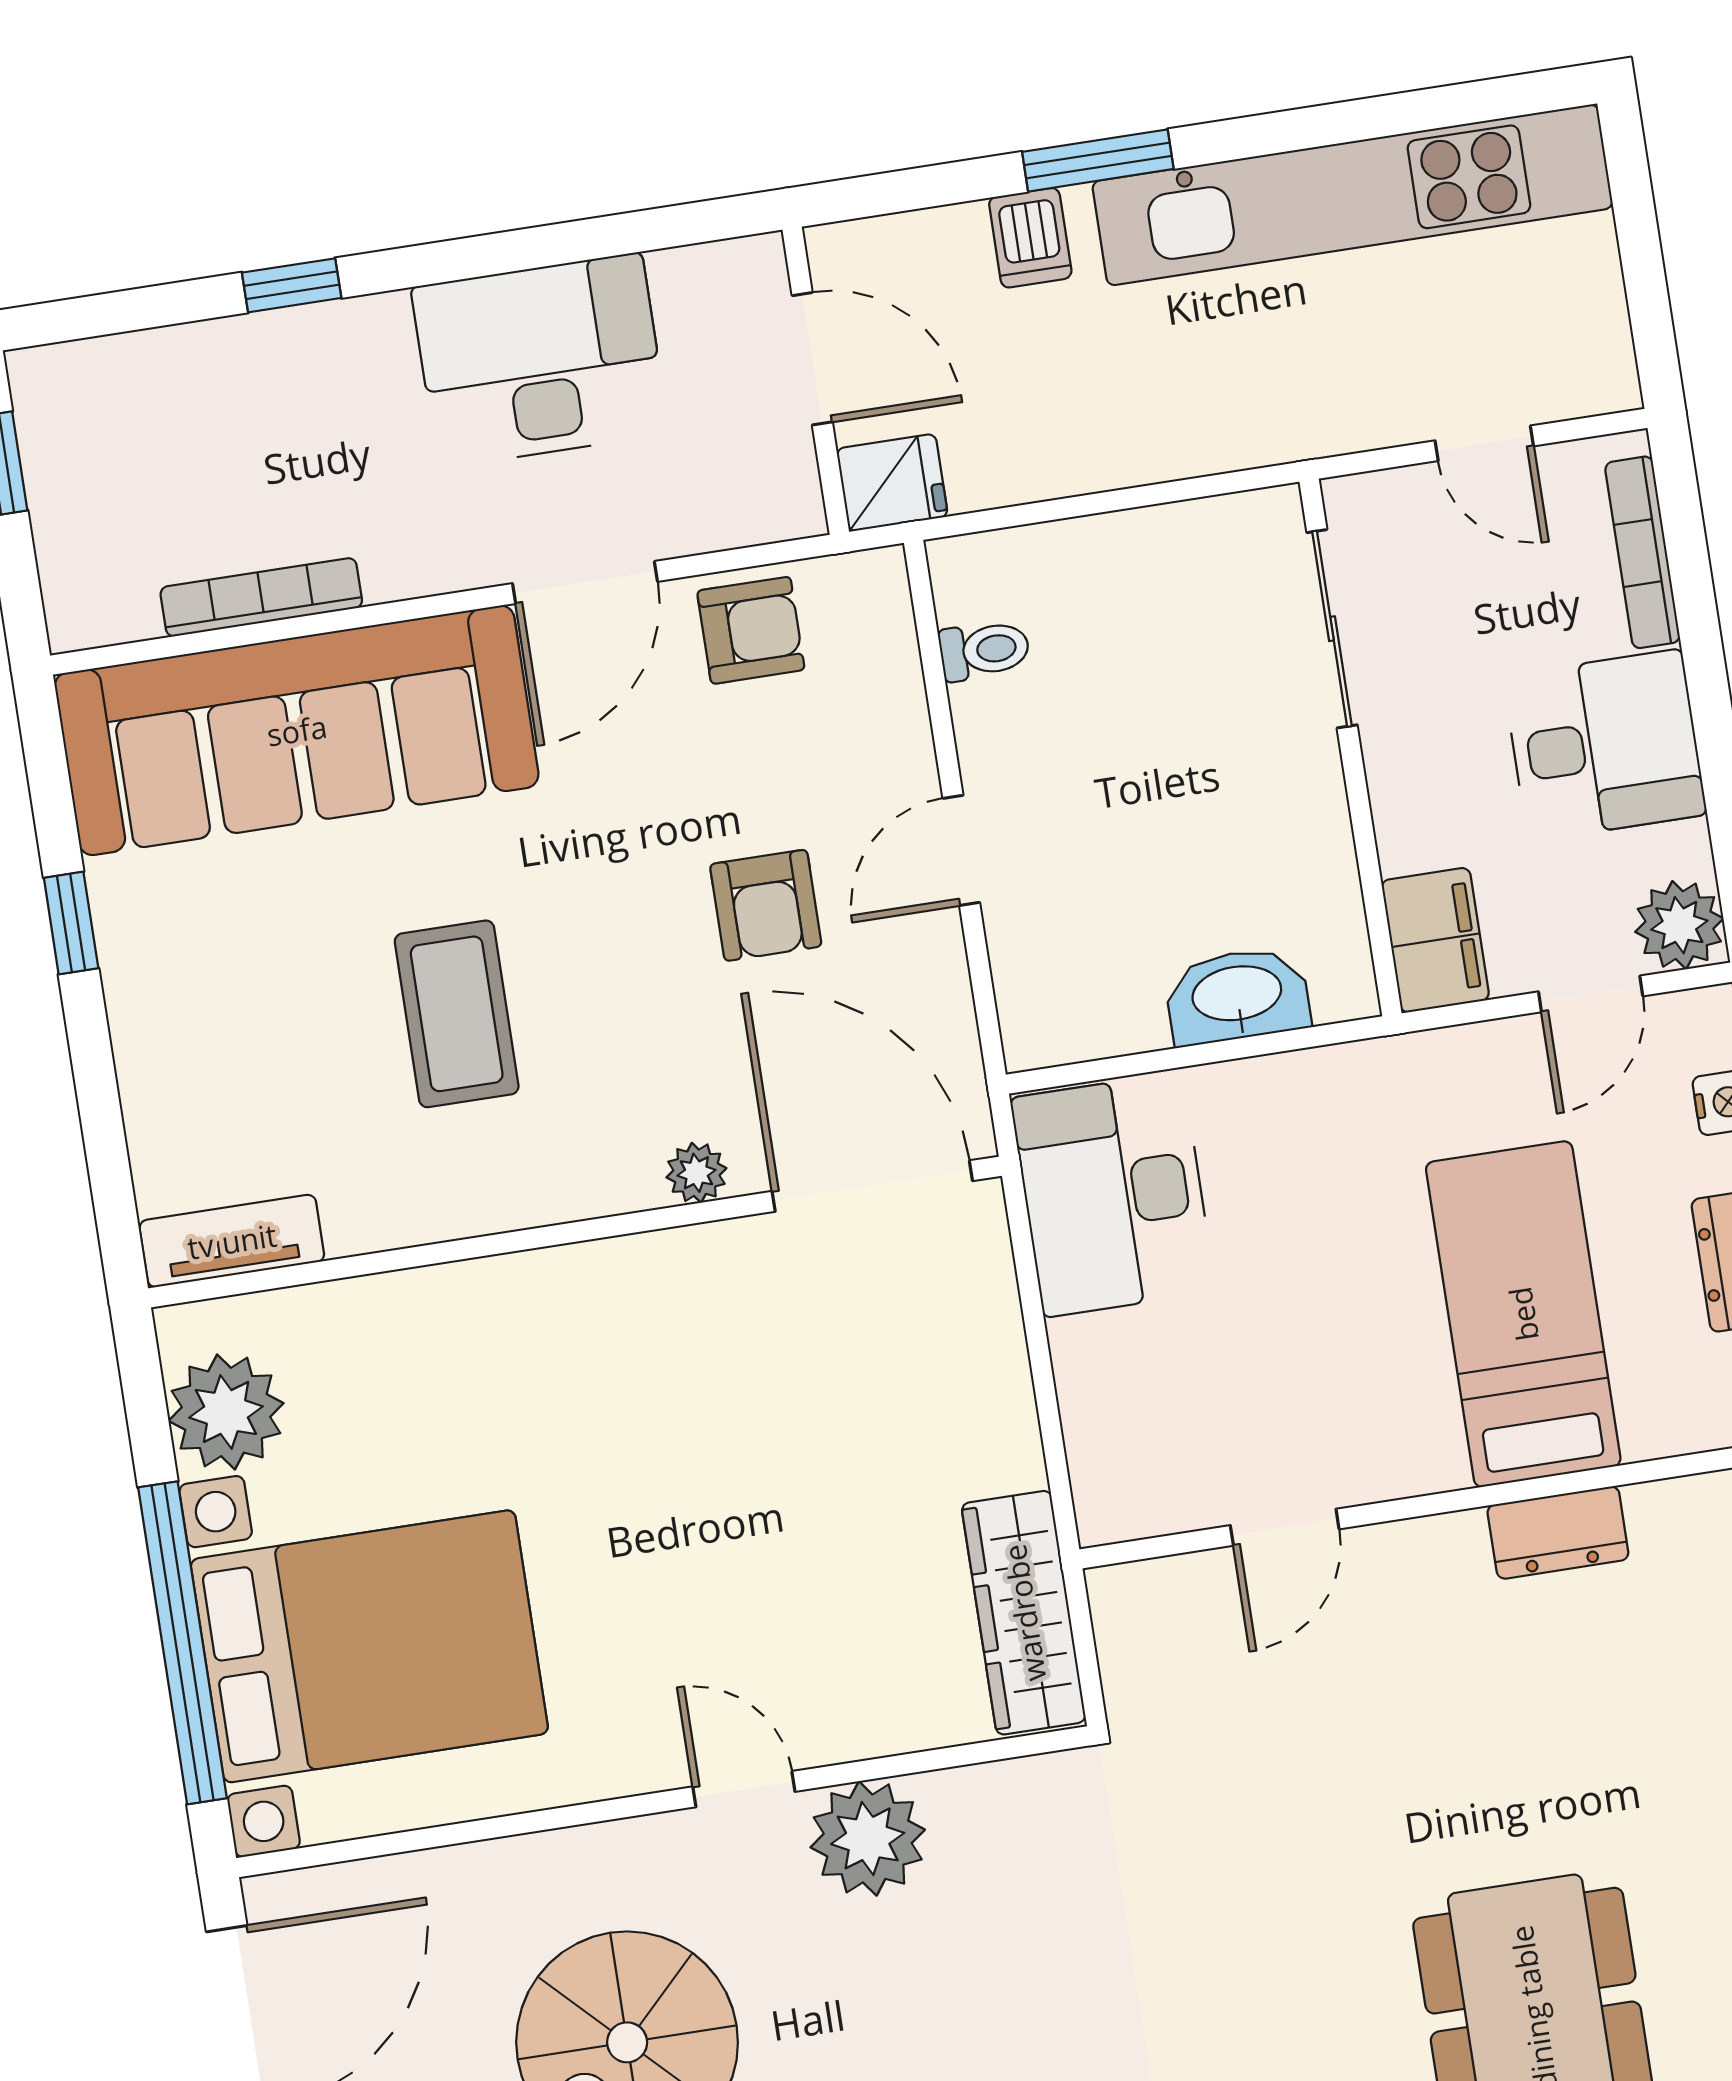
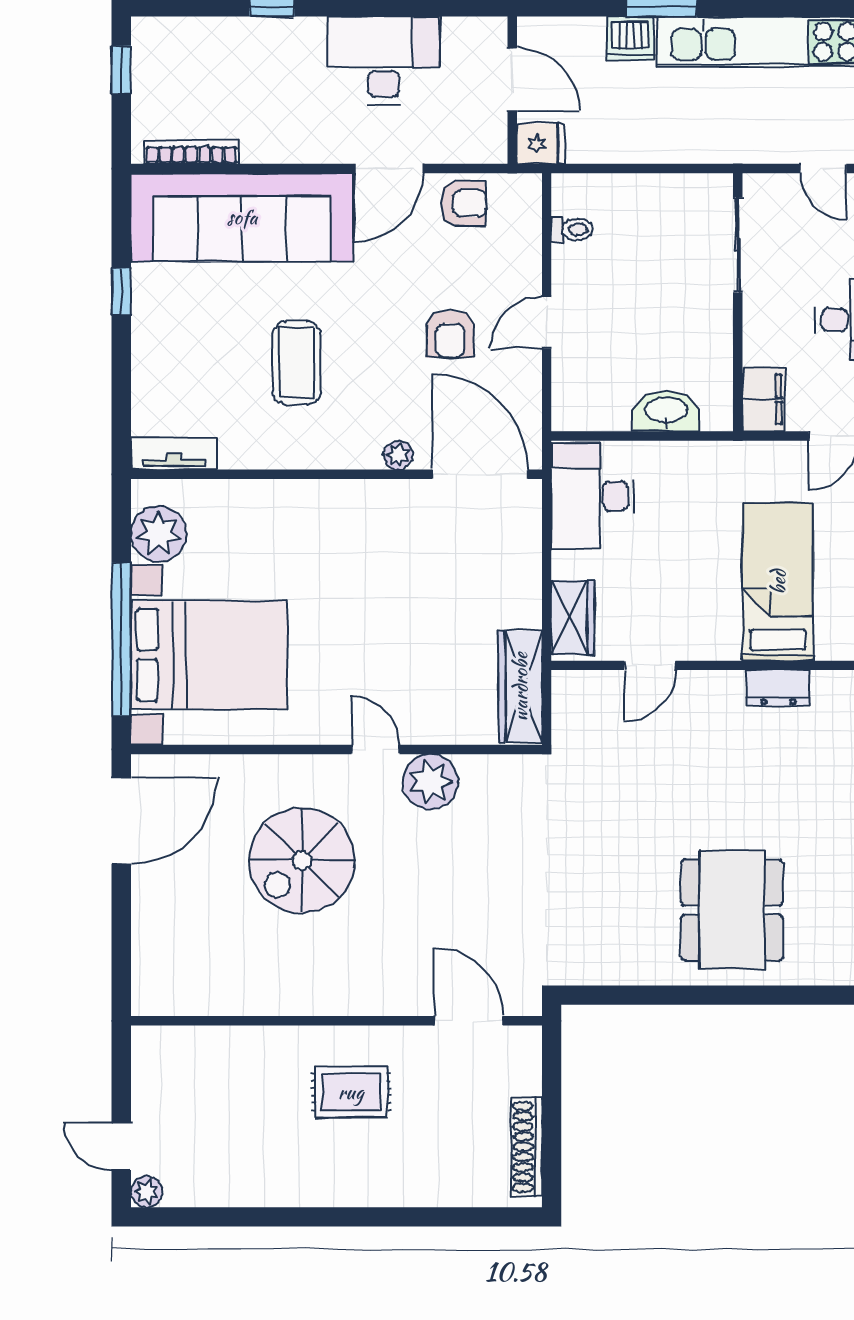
dishwasher: (1030, 238) -> (630, 38), width x1.38
bookcase: (261, 597) -> (191, 152), moved
wardrobe: (1110, 1453) -> (573, 618), added

